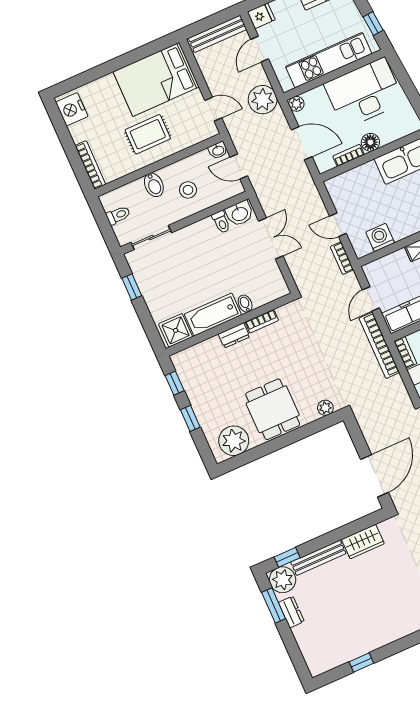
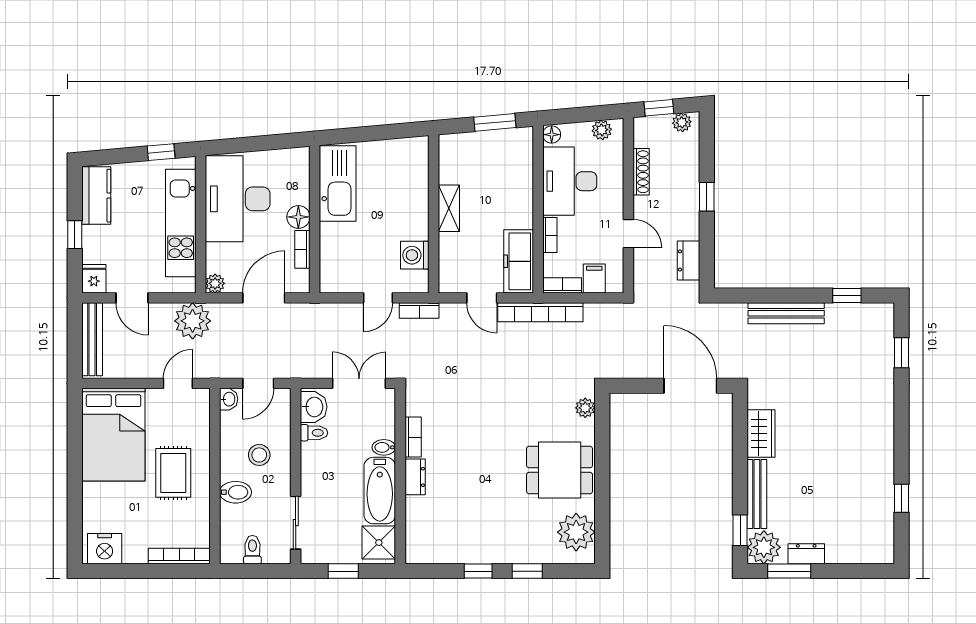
bidet: (245, 304) -> (384, 447), moved
bathtub: (213, 315) -> (380, 491), moved
bookcase: (262, 321) -> (413, 437), moved
wall: (230, 325) -> (400, 476), moved
shower: (176, 330) -> (379, 543), moved
dresser: (234, 335) -> (415, 477), moved

